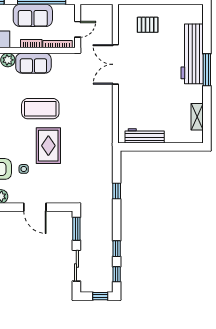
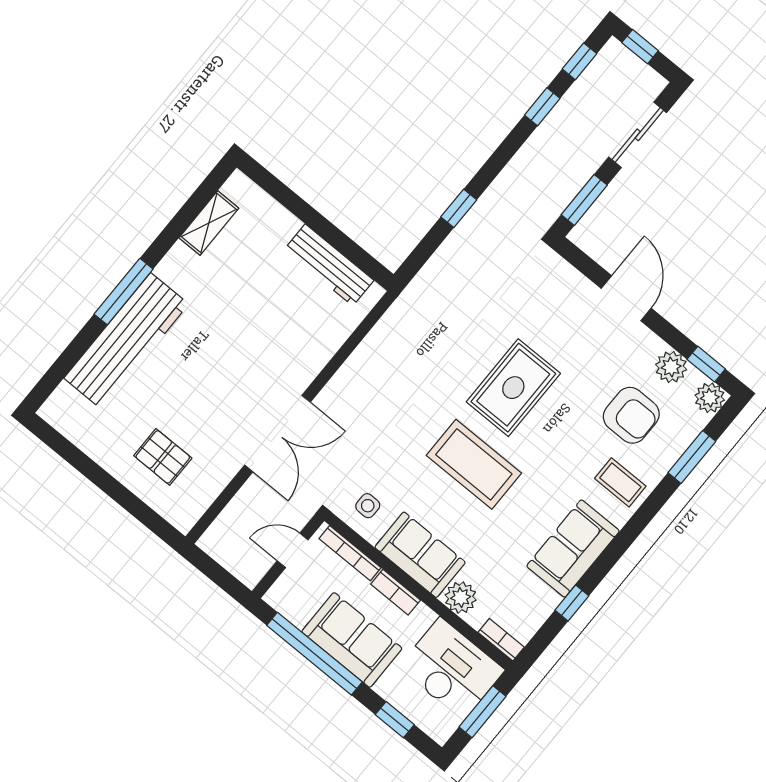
side table: (24, 169) -> (368, 506), moved

